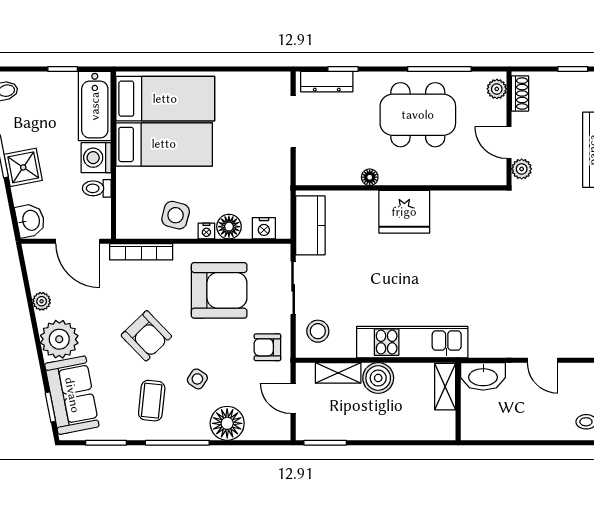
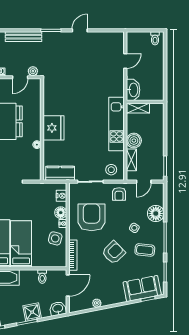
washing machine: (96, 158) -> (27, 277), removed
plant: (59, 339) -> (115, 295), removed

